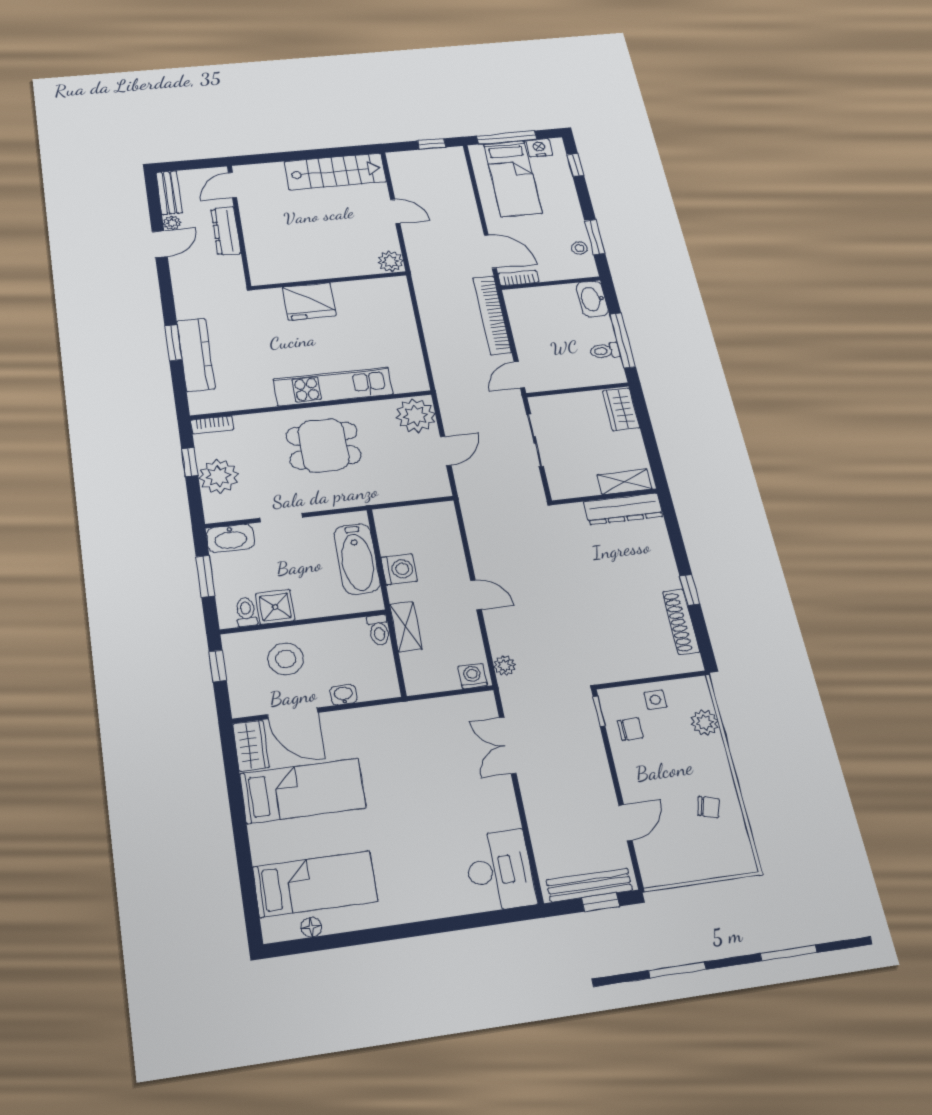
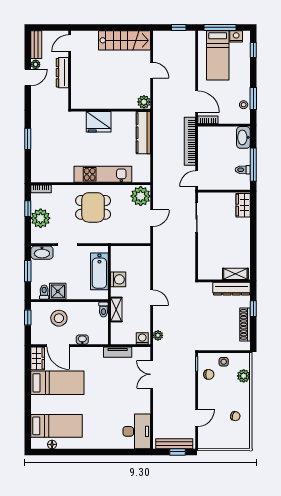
kitchen counter: (196, 355) -> (143, 133), moved, turned 180
shelving: (624, 482) -> (235, 274), moved
wall: (605, 497) -> (224, 281), moved
dresser: (623, 509) -> (232, 289), moved
tv unit: (425, 710) -> (118, 352), added

